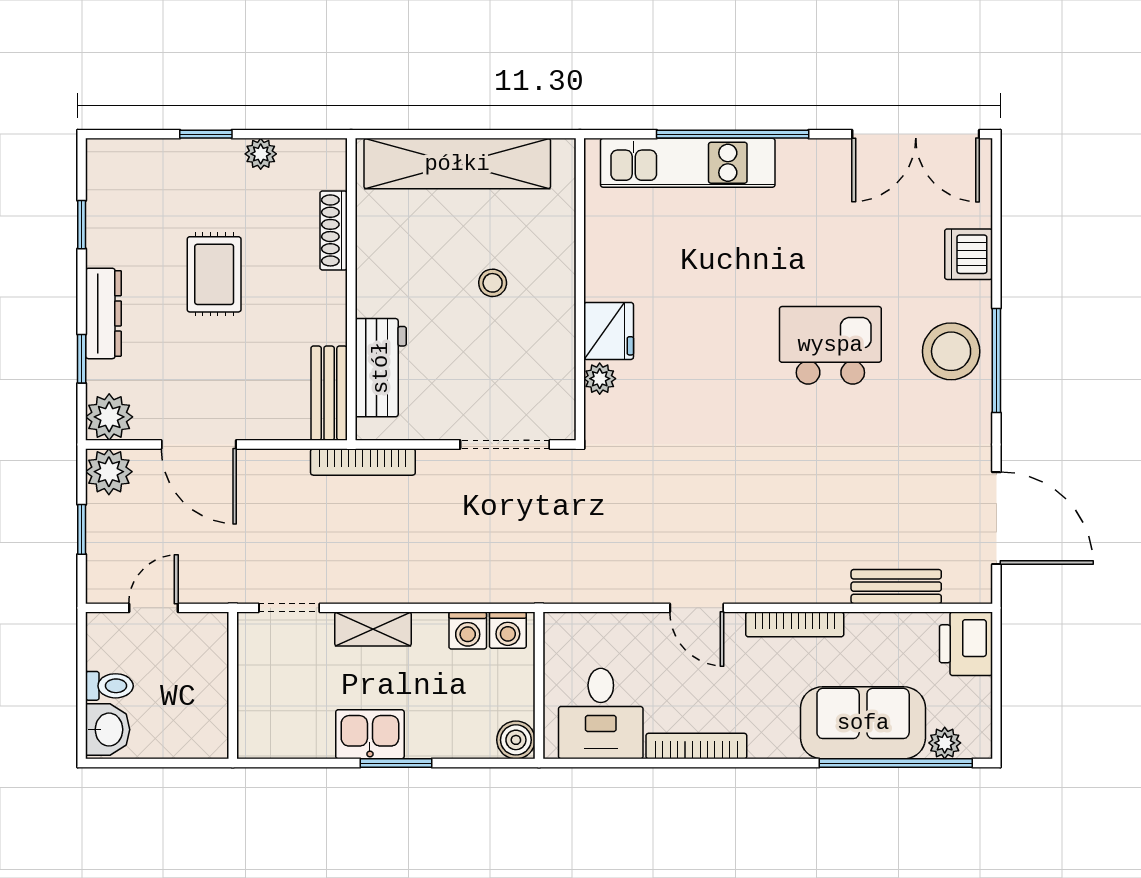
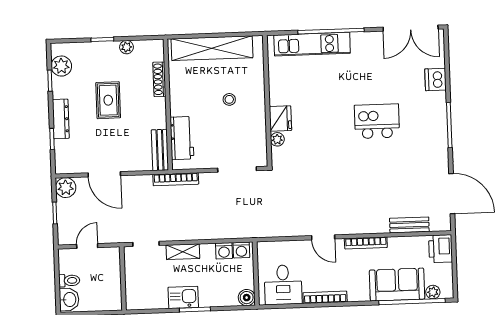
stool: (951, 351) -> (429, 122), removed
plant: (109, 417) -> (61, 66), moved

